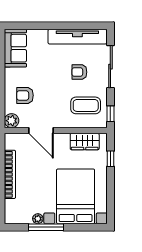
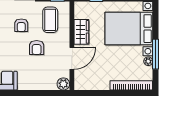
armchair: (25, 95) -> (37, 48), moved
wardrobe: (85, 142) -> (81, 32), moved
bookcase: (10, 174) -> (131, 85), moved

